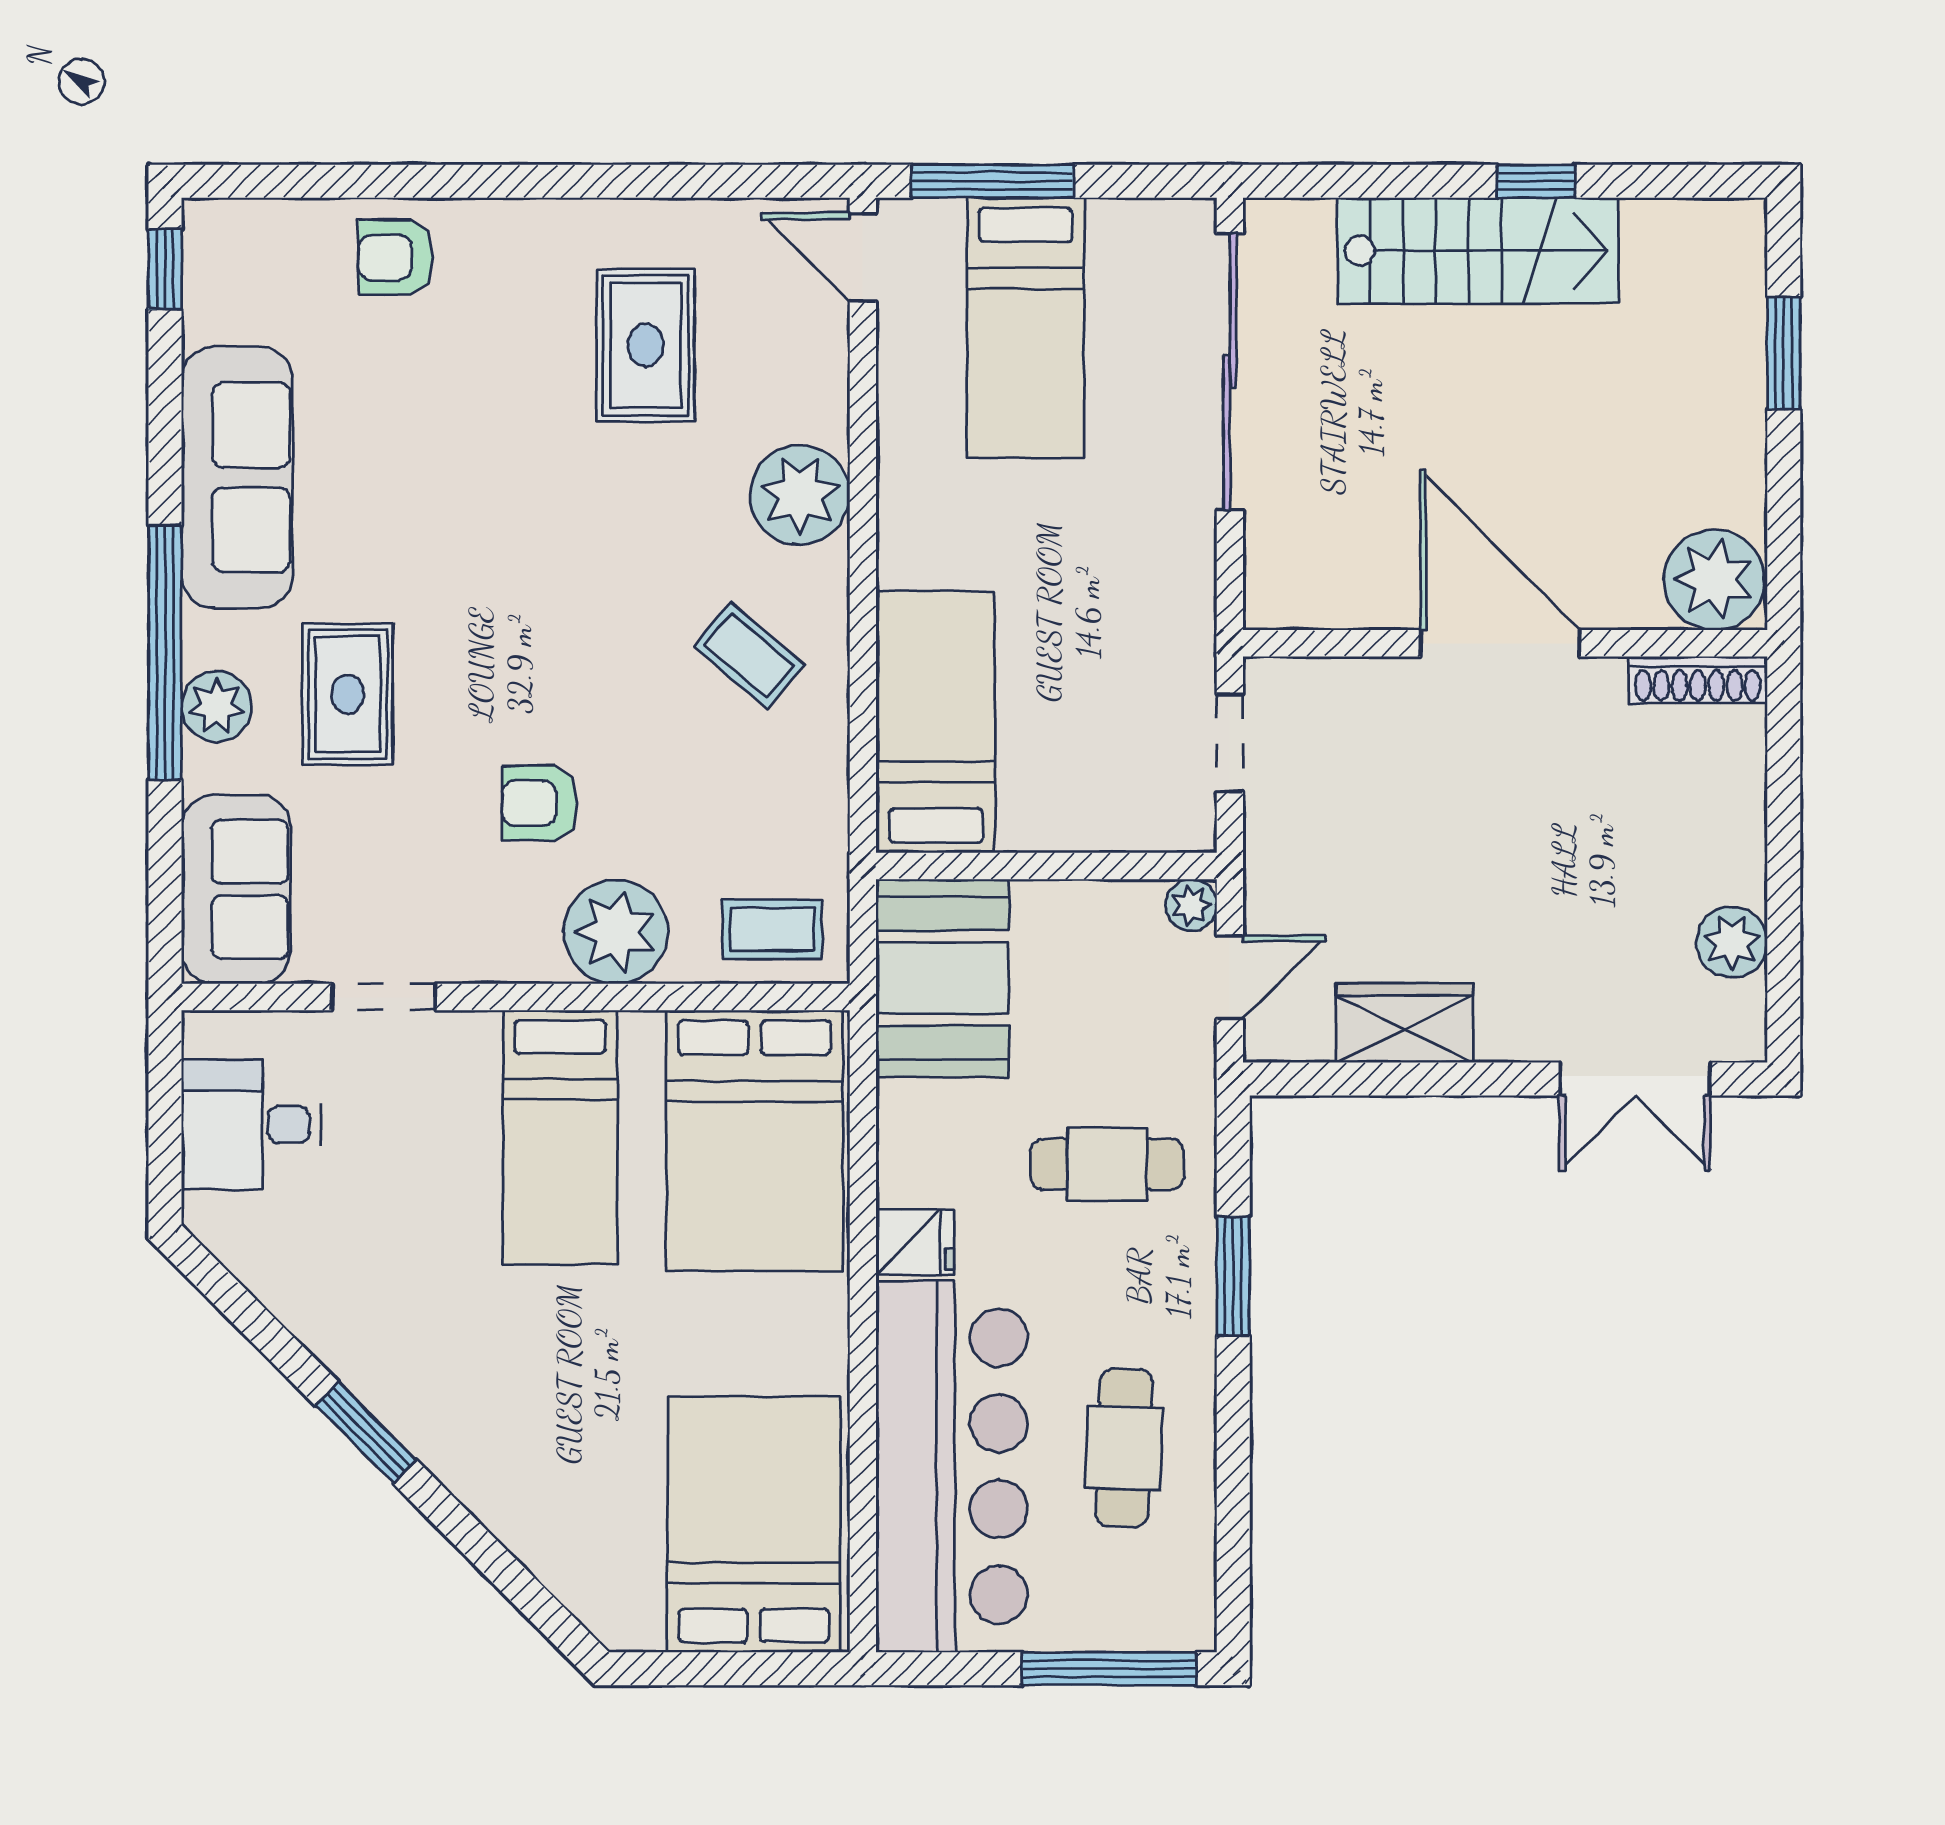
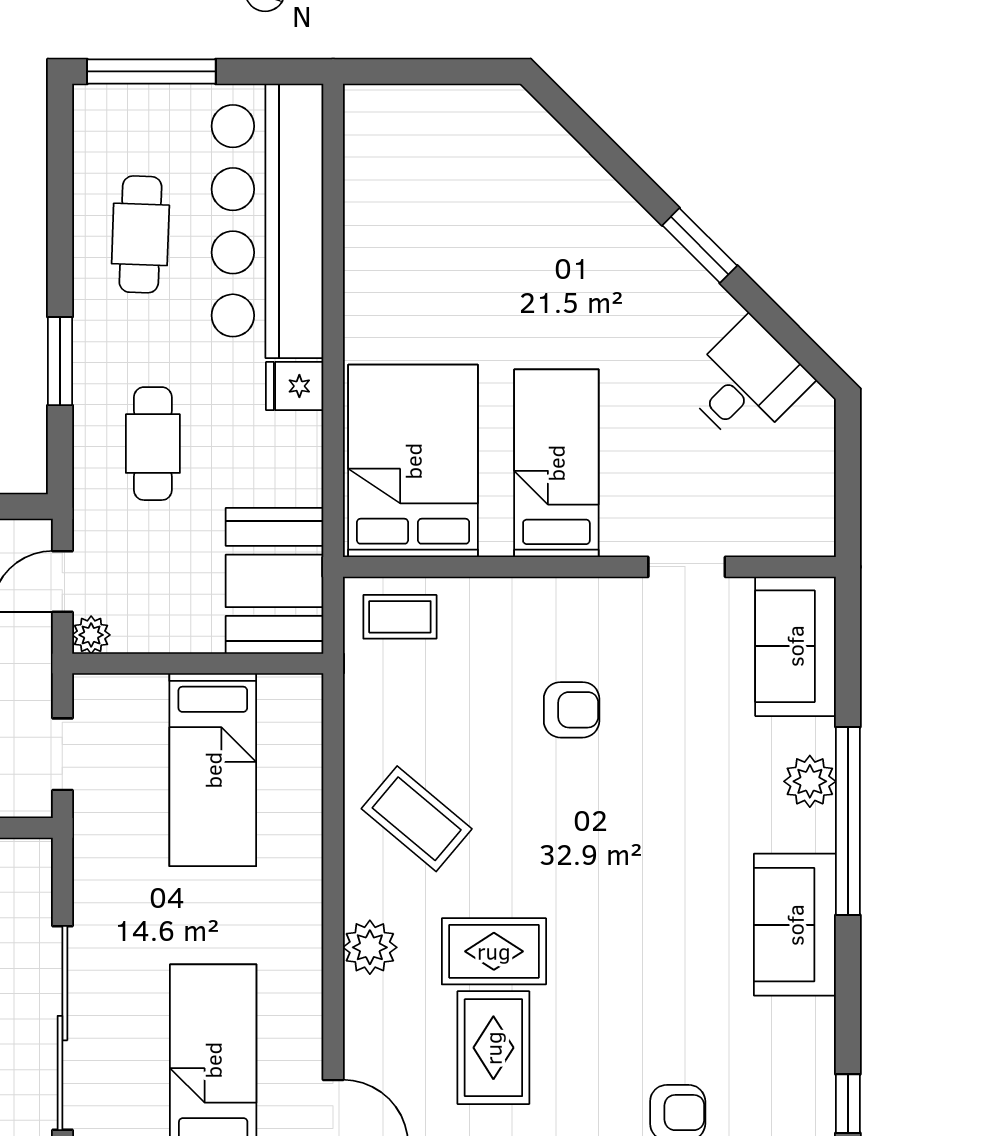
sofa: (237, 477) -> (795, 925), width x0.73
plant: (800, 495) -> (370, 947), width x0.73, depth x0.73
coffee table: (750, 656) -> (417, 819), width x1.36, depth x1.30
rug: (348, 694) -> (494, 951), moved, turned 90
bed: (936, 722) -> (213, 770), moved
plant: (616, 932) -> (515, 615), removed
desk: (251, 1124) -> (747, 382), moved, turned -45
cafe table: (1107, 1164) -> (153, 444), turned 90
bed: (754, 1524) -> (414, 178), removed

